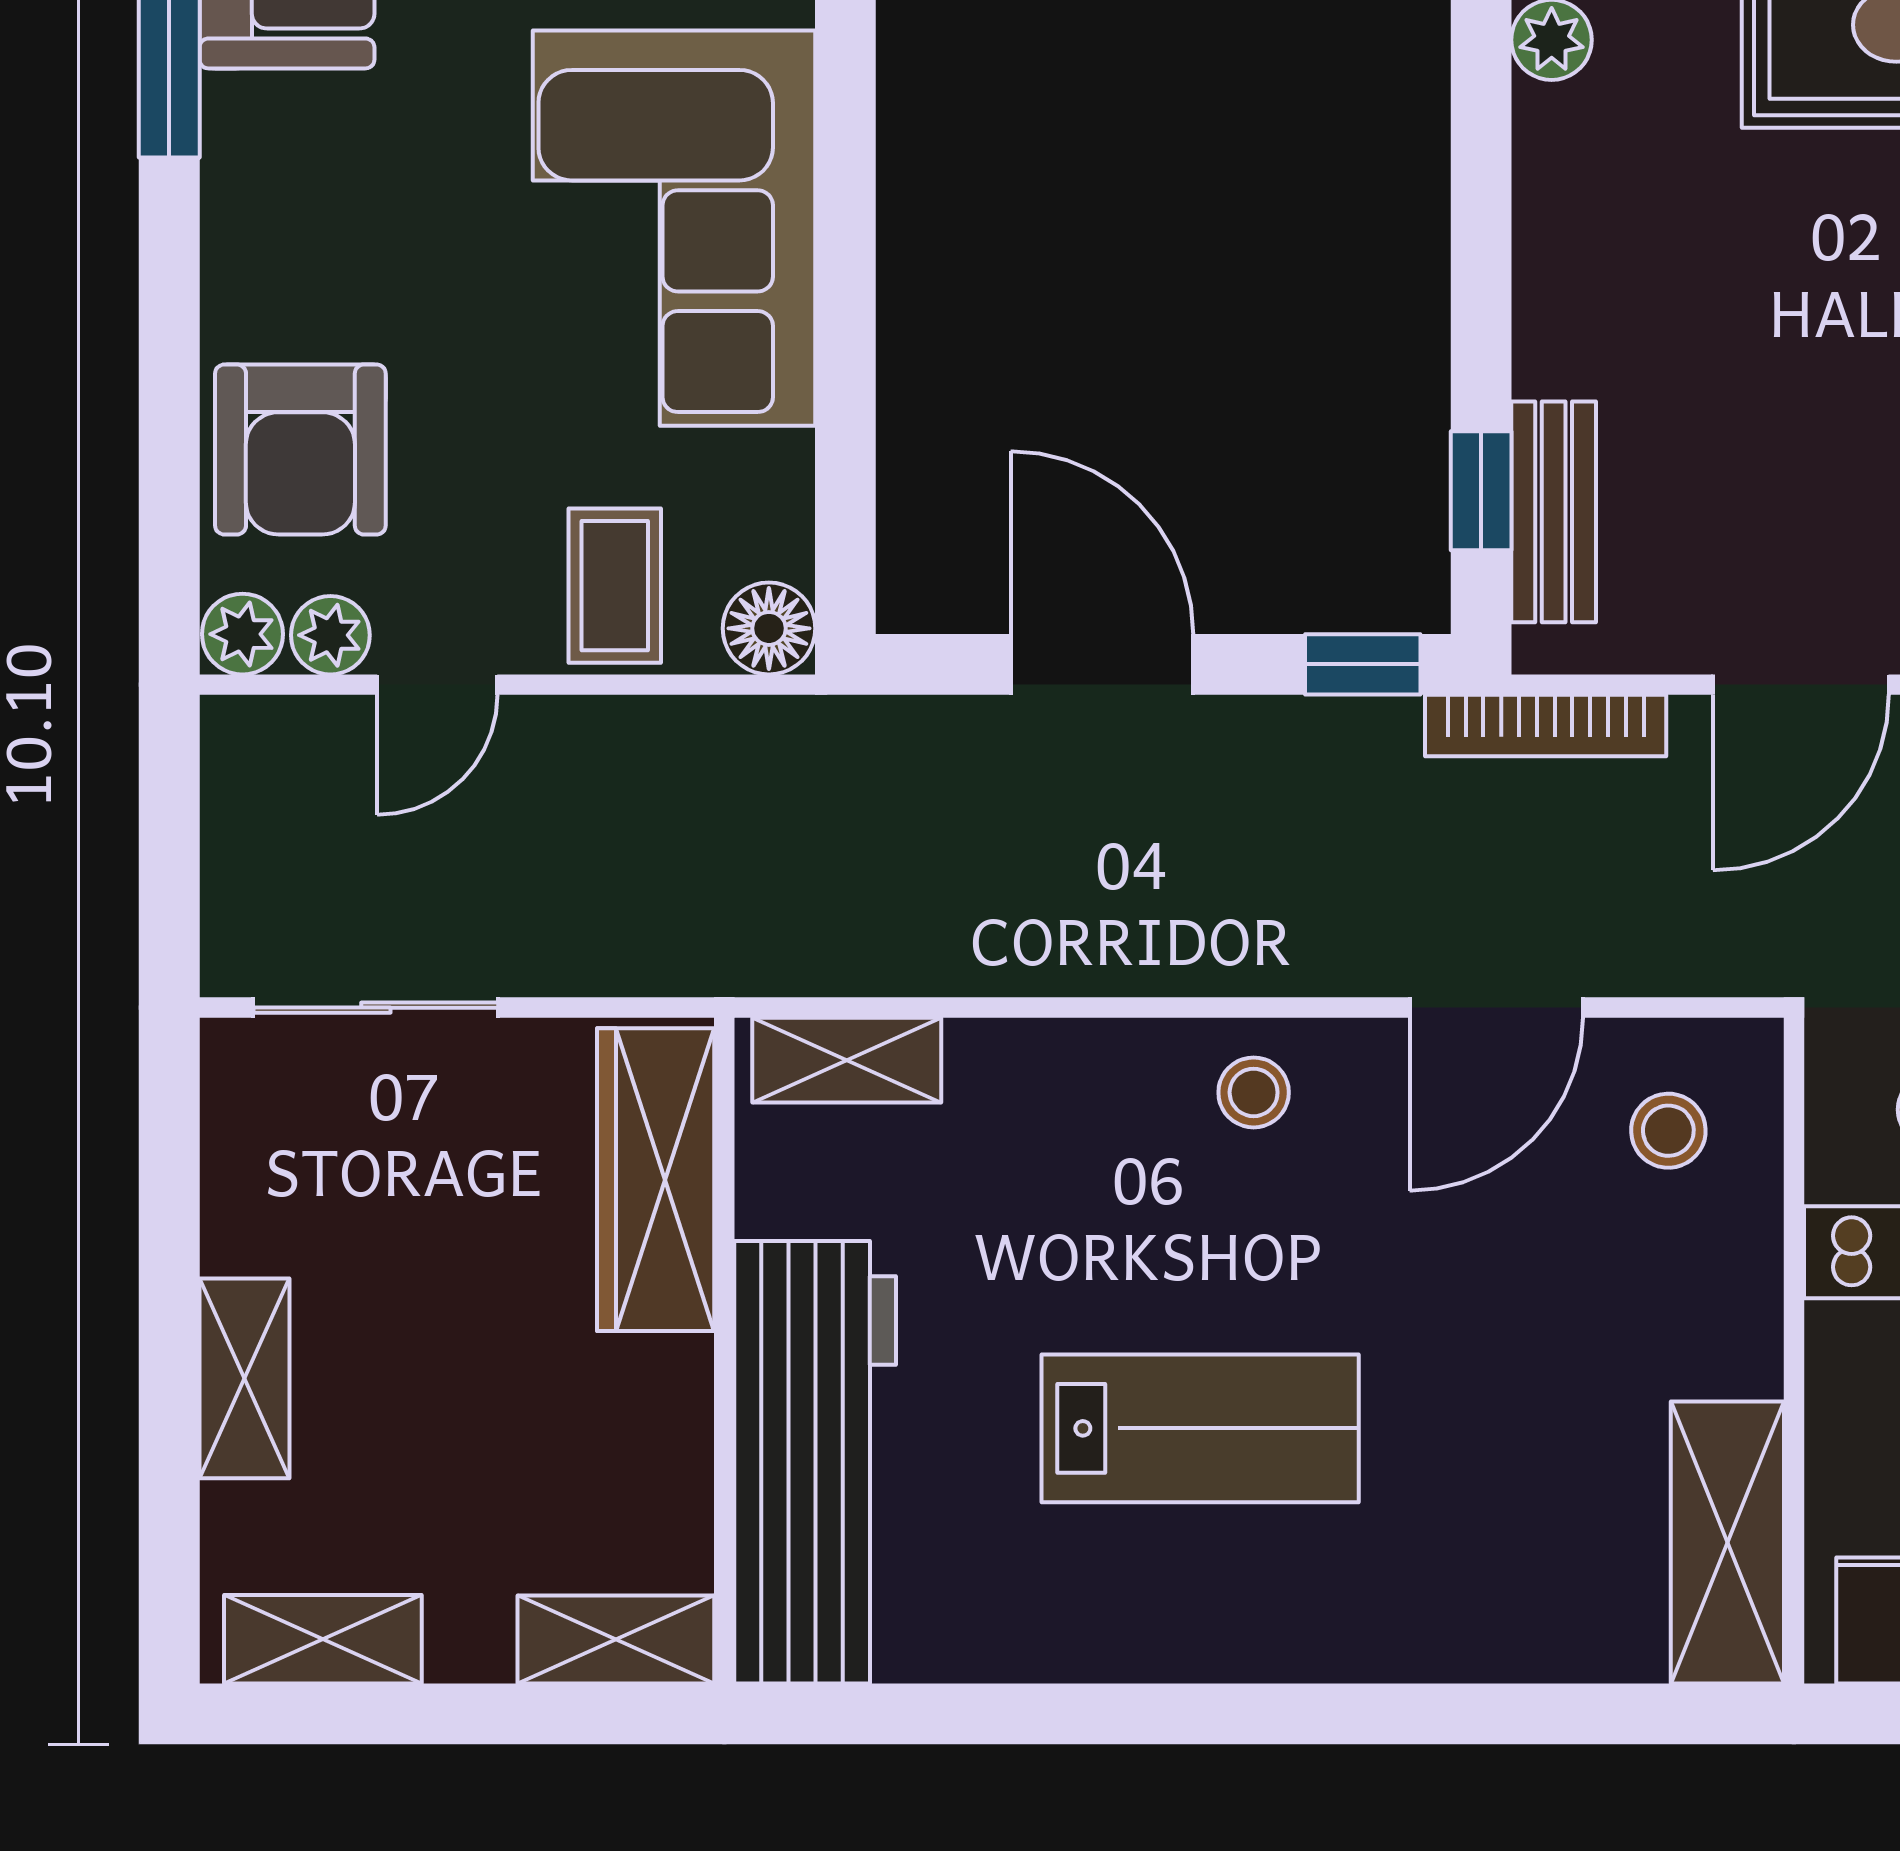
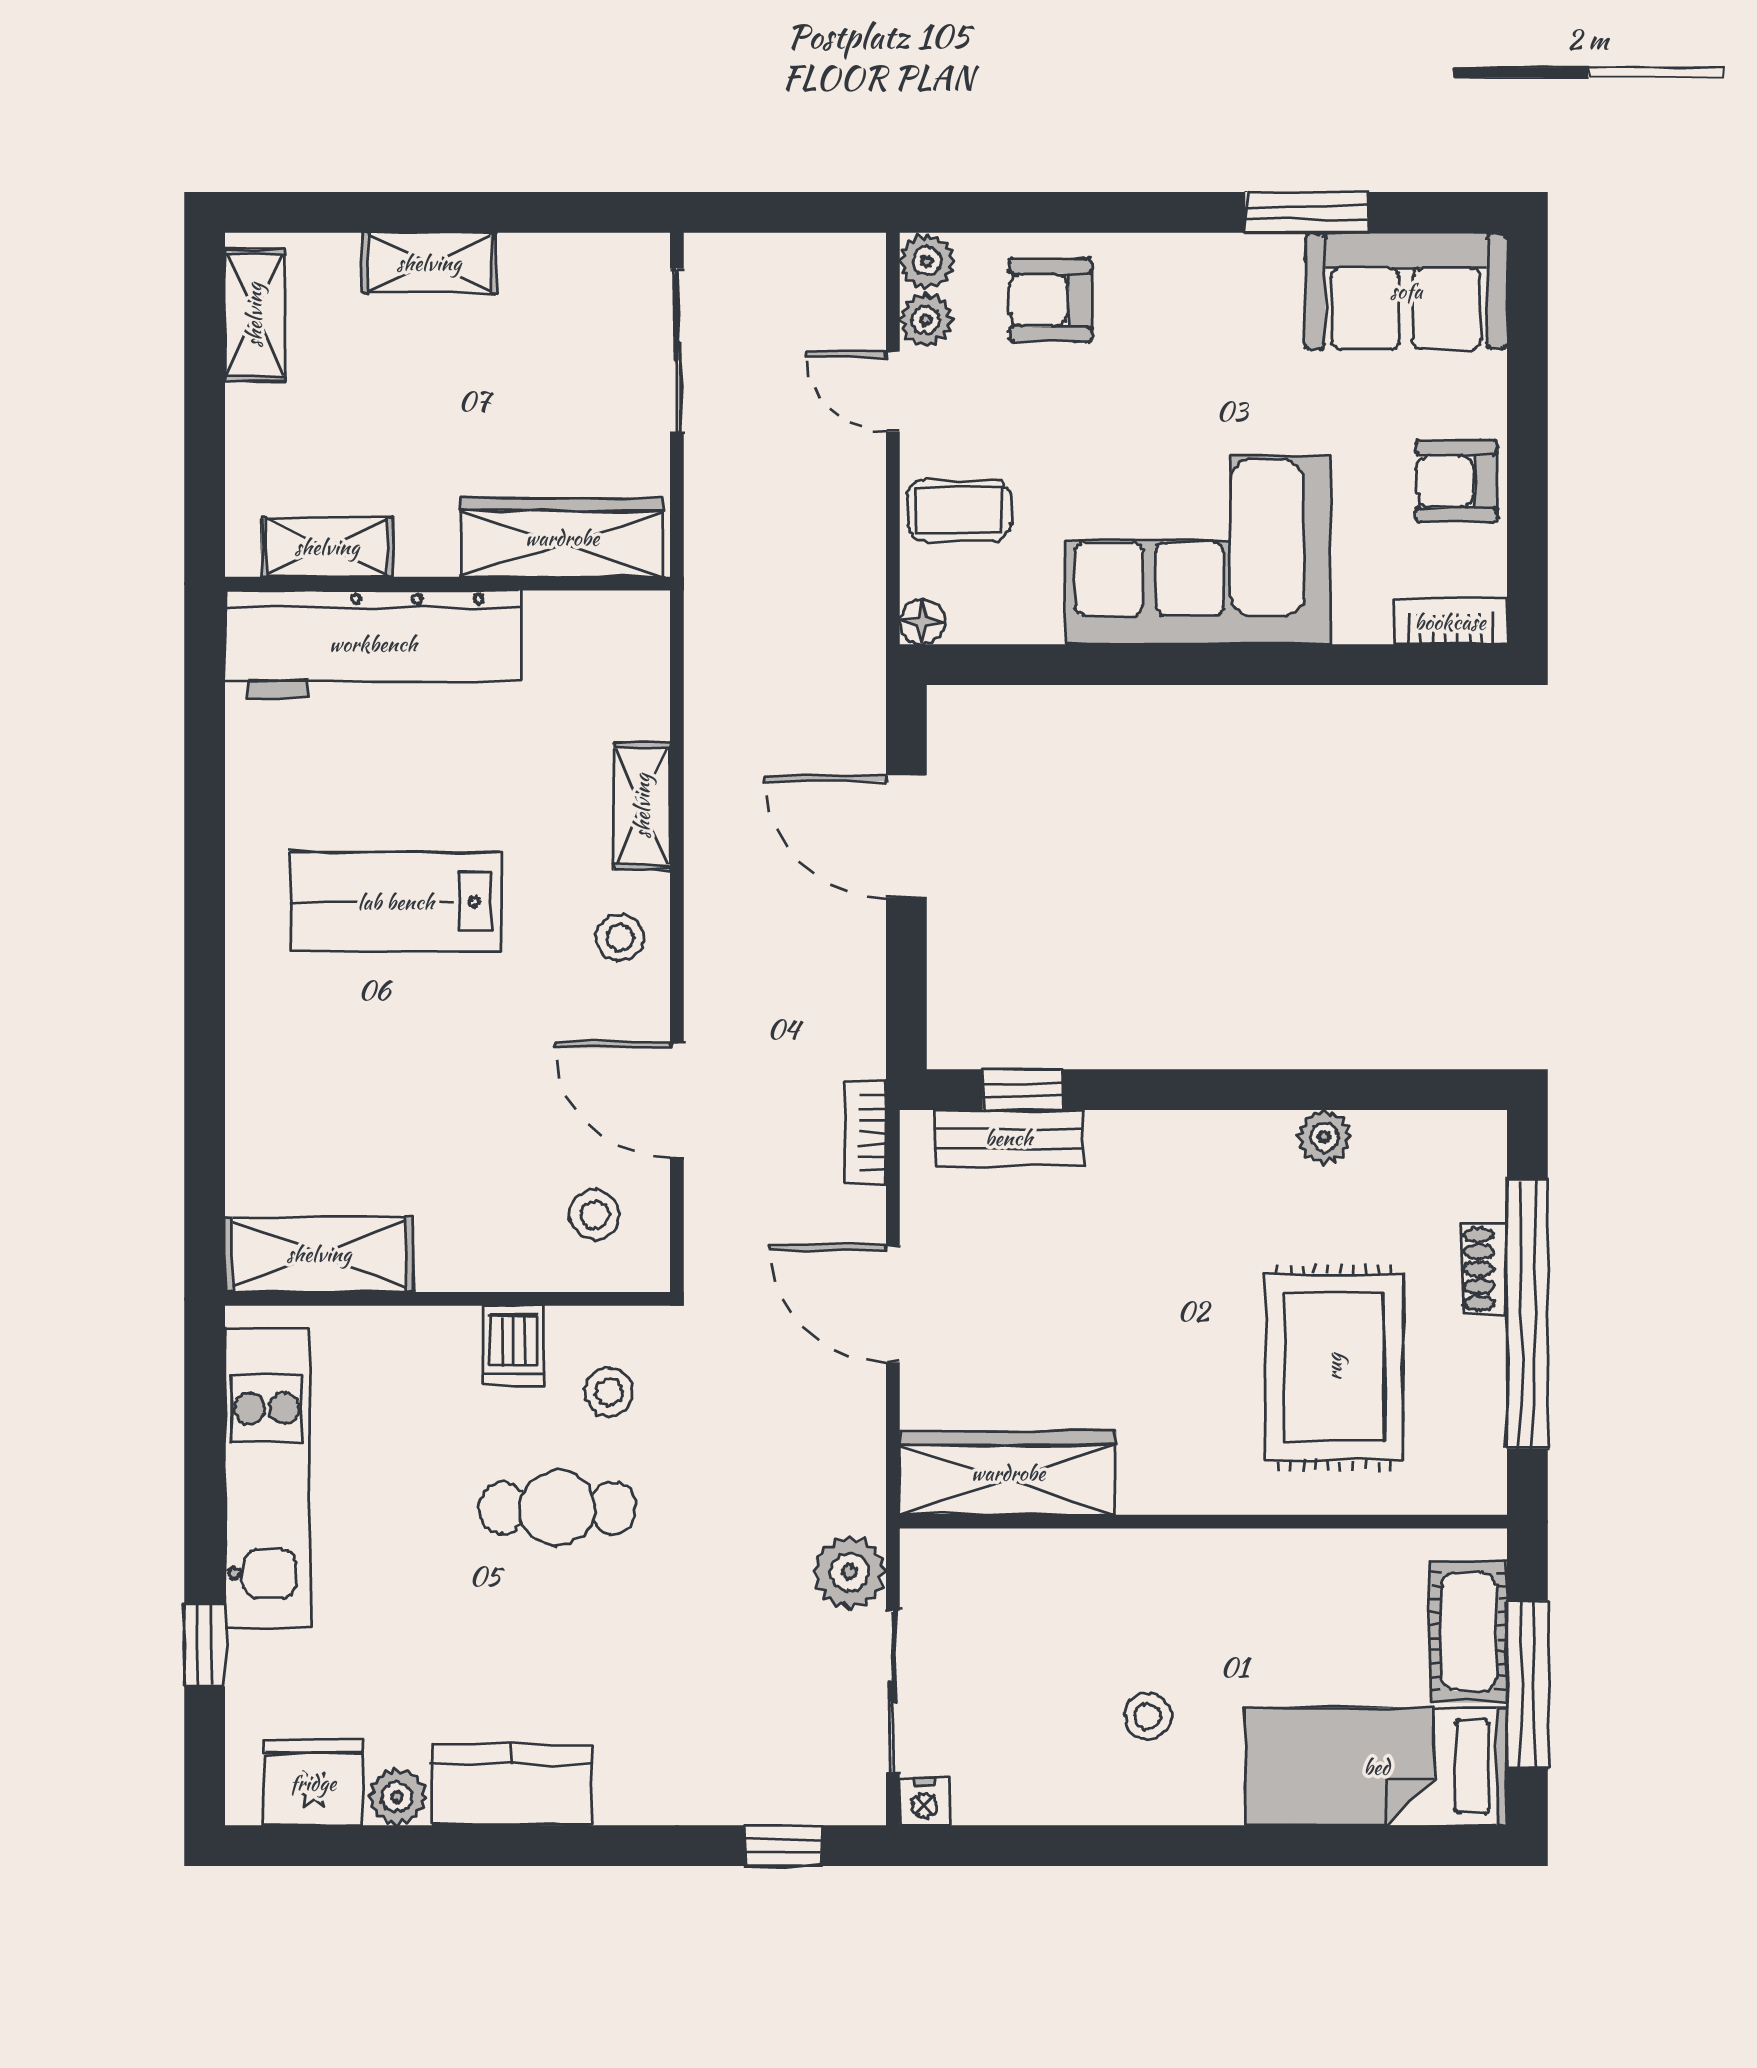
armchair: (300, 449) -> (1050, 300), width x0.72, depth x0.72
floor lamp: (769, 628) -> (922, 622), width x0.73, depth x0.73
door: (1102, 664) -> (906, 836), swing flipped
window: (1363, 664) -> (906, 1011), removed
bookcase: (1546, 726) -> (866, 1133), width x0.64
shelving: (847, 1060) -> (642, 806), moved
lab bench: (1200, 1428) -> (396, 902), turned 90
shelving: (616, 1639) -> (327, 547), moved, turned 90

